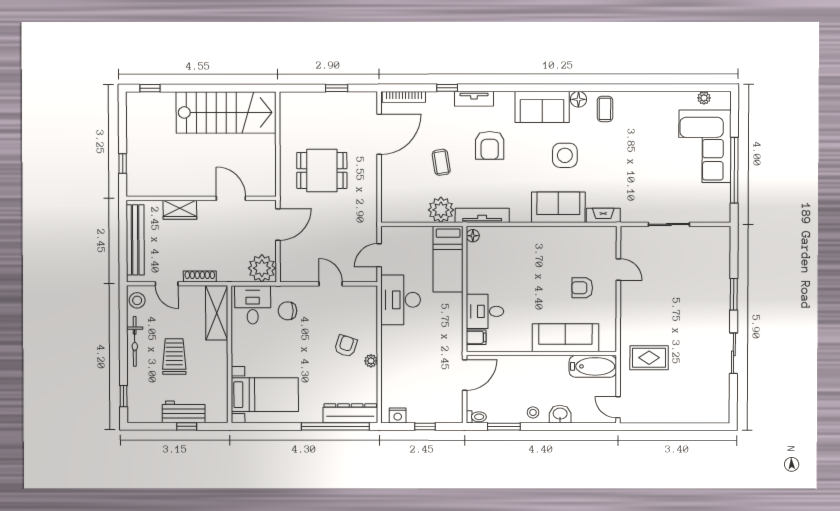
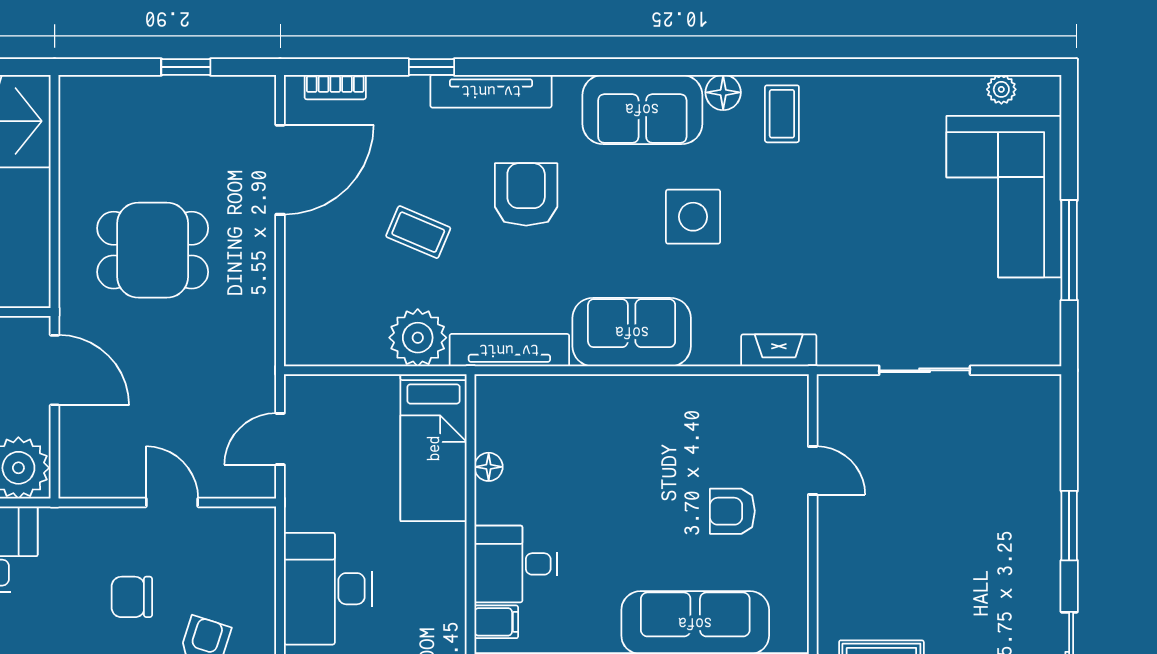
bookcase: (404, 97) -> (335, 87), width x0.64
tv unit: (474, 99) -> (491, 91), width x1.41
armchair: (490, 145) -> (526, 194), turned 180
coffee table: (441, 162) -> (418, 232), turned -58
window: (734, 170) -> (1069, 250), width x0.68
sofa: (558, 207) -> (632, 332), moved
door: (278, 224) -> (55, 370), hinge flipped
floor lamp: (473, 236) -> (489, 467), moved
desk: (401, 300) -> (328, 589), moved
chair: (287, 311) -> (132, 597), moved

